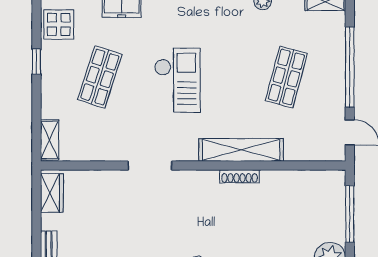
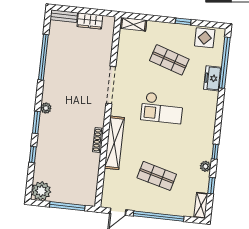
doorway: (150, 165) -> (111, 85), width x1.36
wardrobe: (52, 193) -> (90, 21), moved

